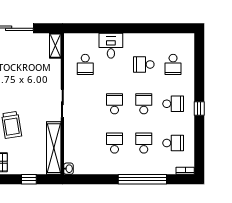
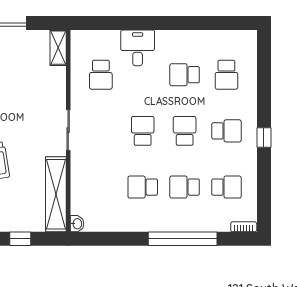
school desk: (114, 143) -> (143, 187), turned -90
school desk: (144, 143) -> (185, 187), turned -90

